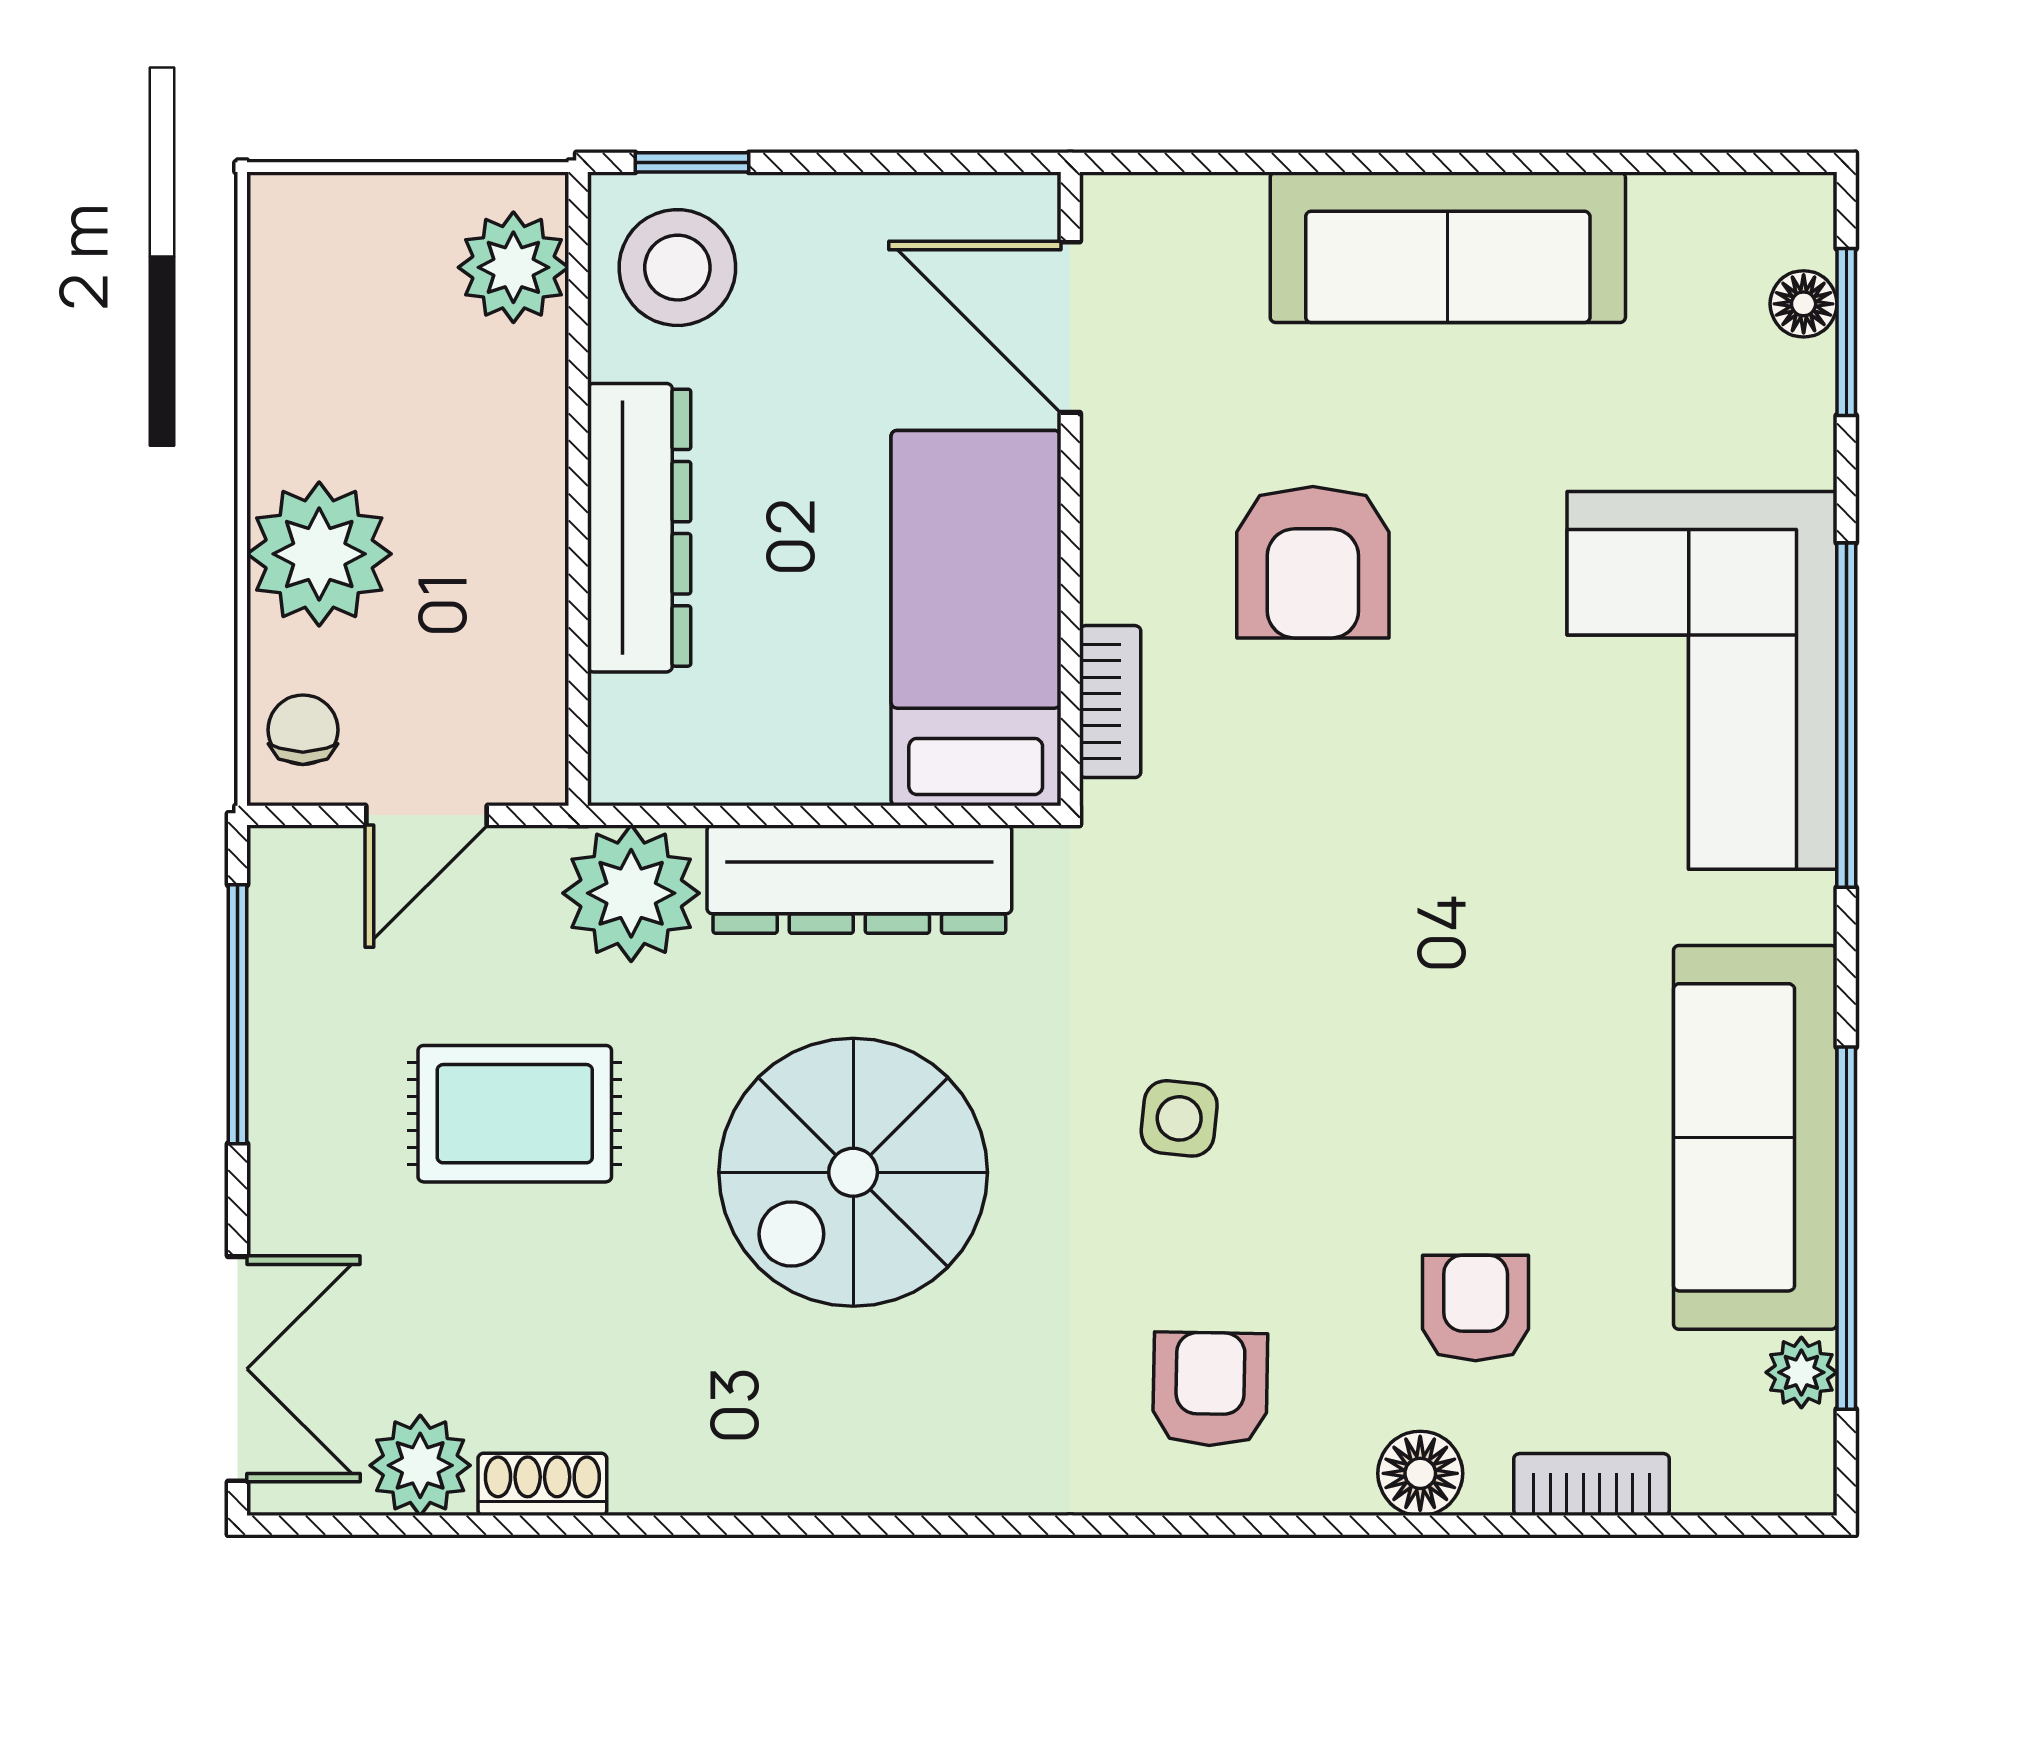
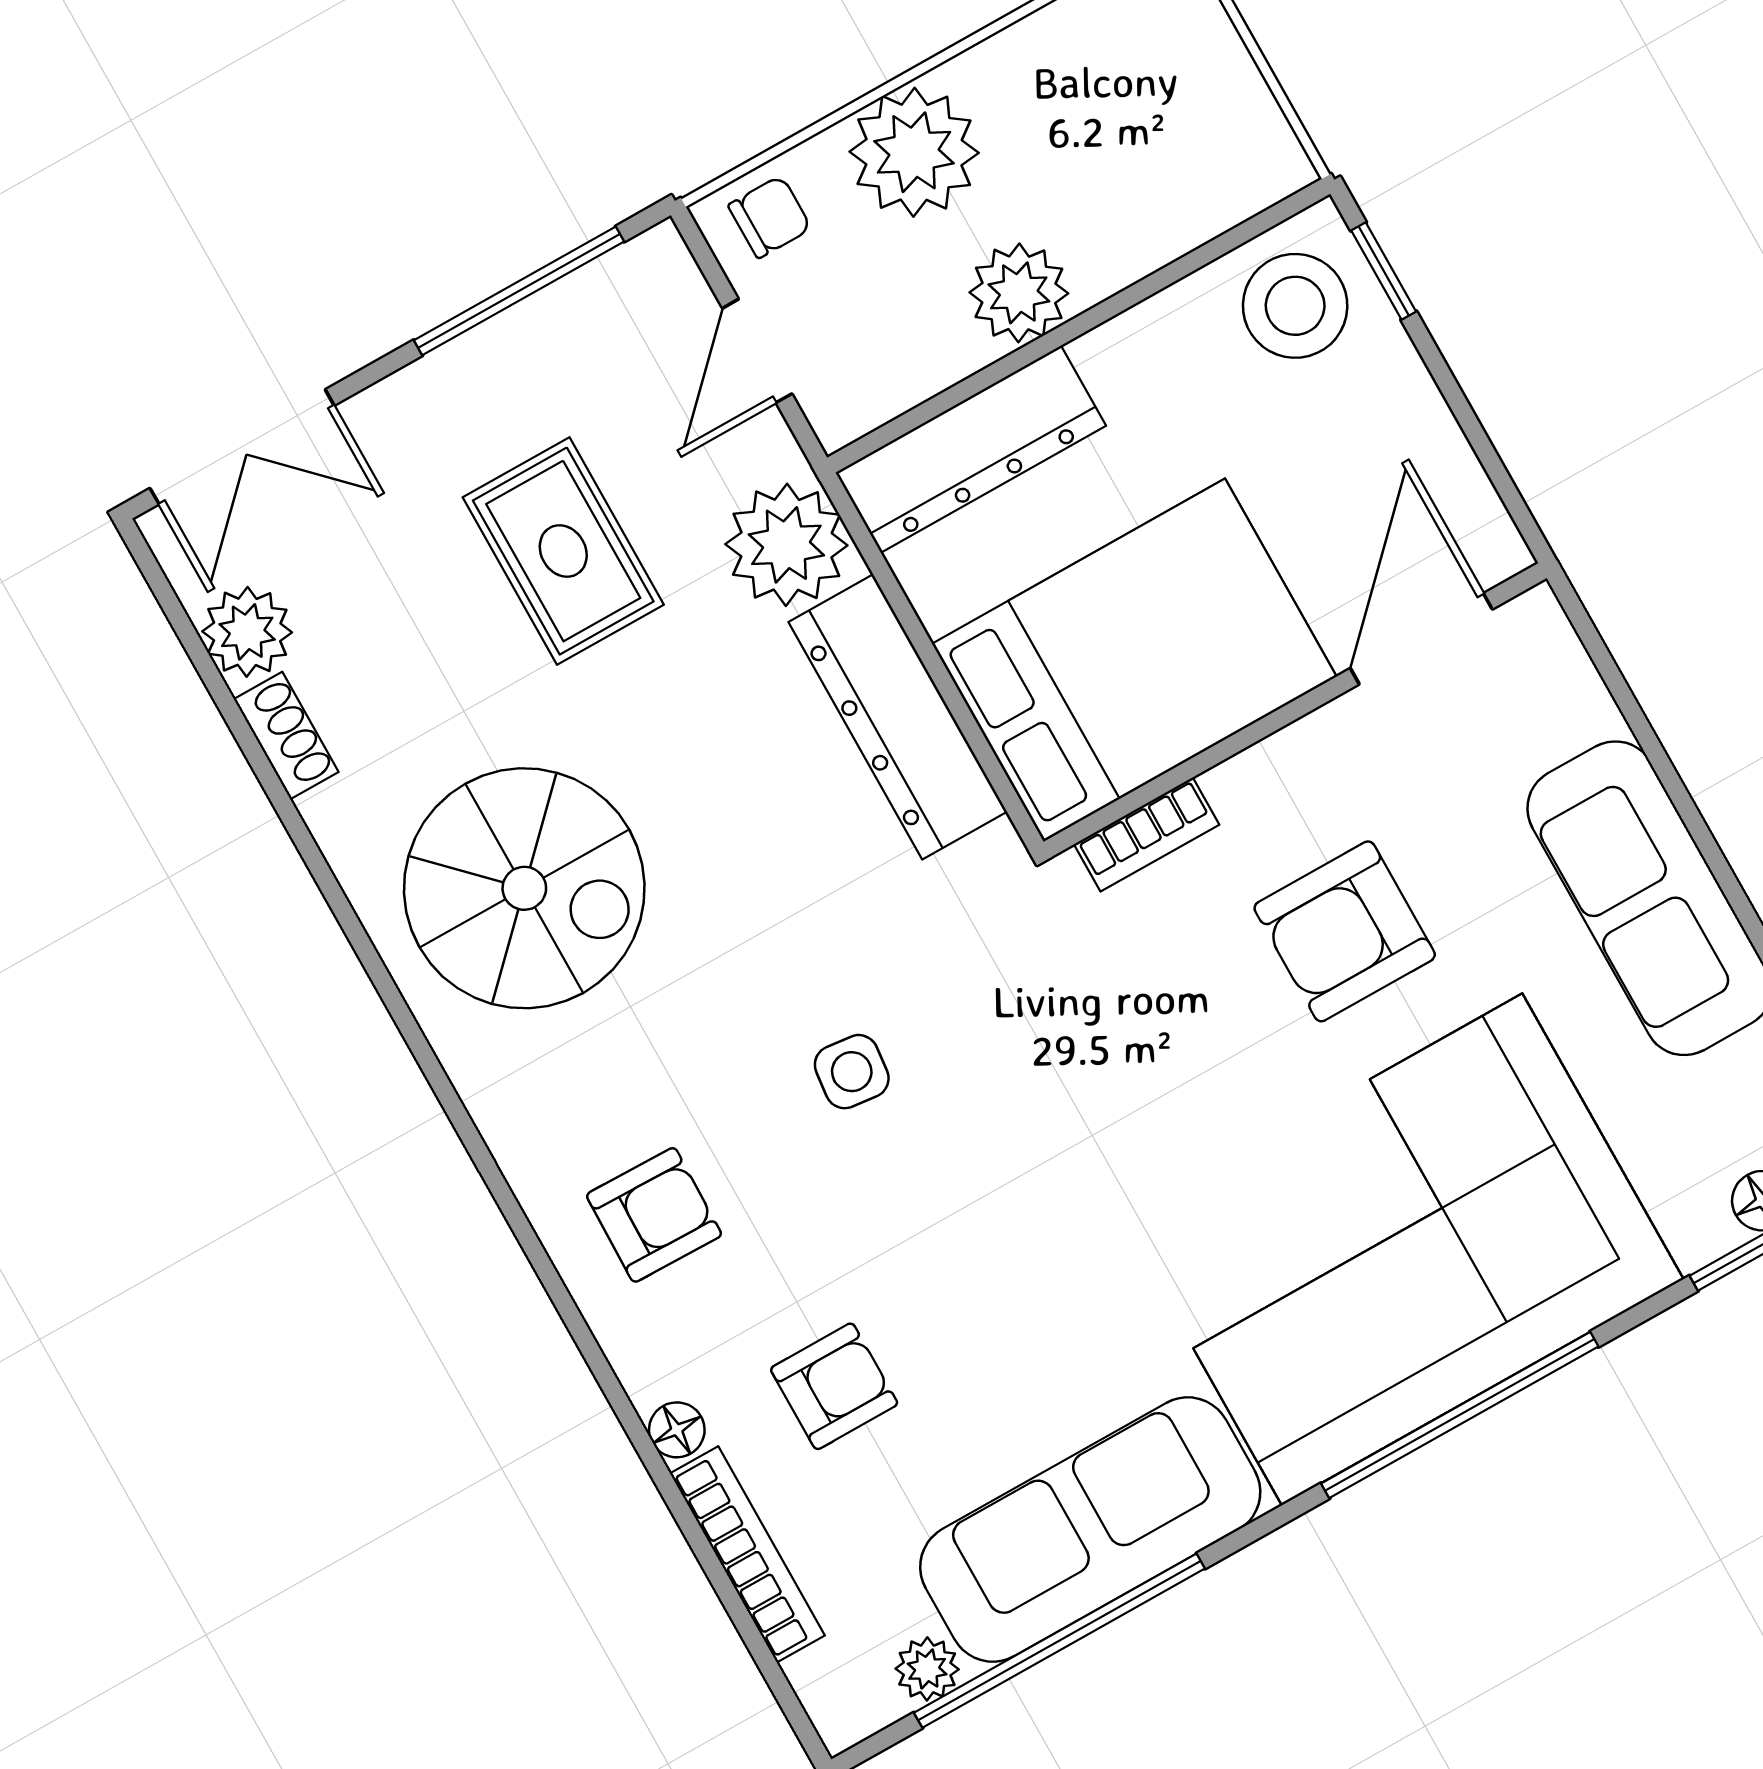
plant: (513, 267) -> (1019, 293), moved
dresser: (639, 528) -> (971, 449), moved
bed: (976, 618) -> (1134, 660), width x1.50
corner sofa: (1702, 680) -> (1402, 1249), width x1.36, depth x1.36
door: (427, 815) -> (757, 351), hinge flipped
spiral stairs: (853, 1172) -> (524, 888), moved, turned 180
floor lamp: (1420, 1473) -> (677, 1430), width x0.73, depth x0.73
bookcase: (1592, 1485) -> (747, 1554), width x1.56

